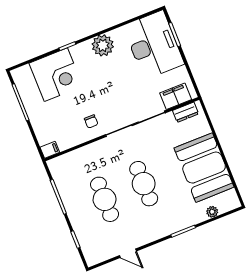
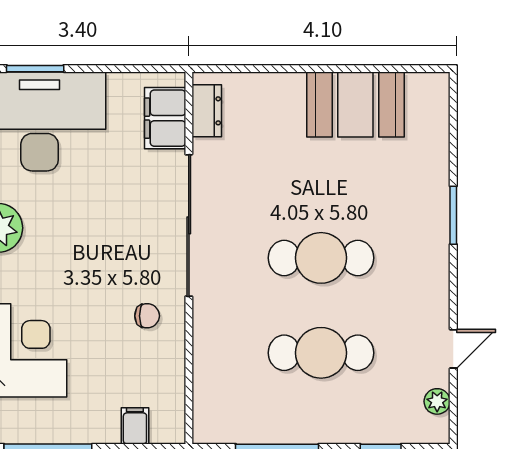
filing cabinet: (50, 150) -> (135, 426), moved
booth: (204, 168) -> (355, 104), width x0.73, depth x0.70
plant: (212, 212) -> (437, 401), moved

